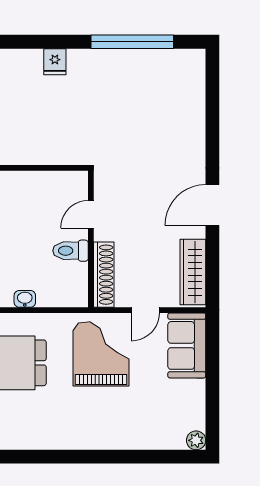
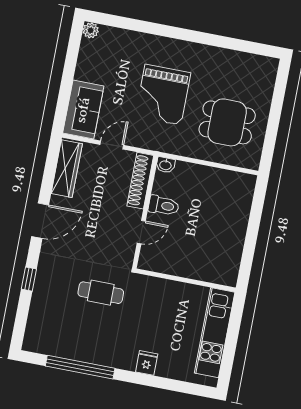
cafe table: (125, 134) -> (101, 293), added
window: (212, 134) -> (29, 279), added
washbasin: (25, 299) -> (165, 165), moved
grand piano: (101, 354) -> (163, 95), moved

